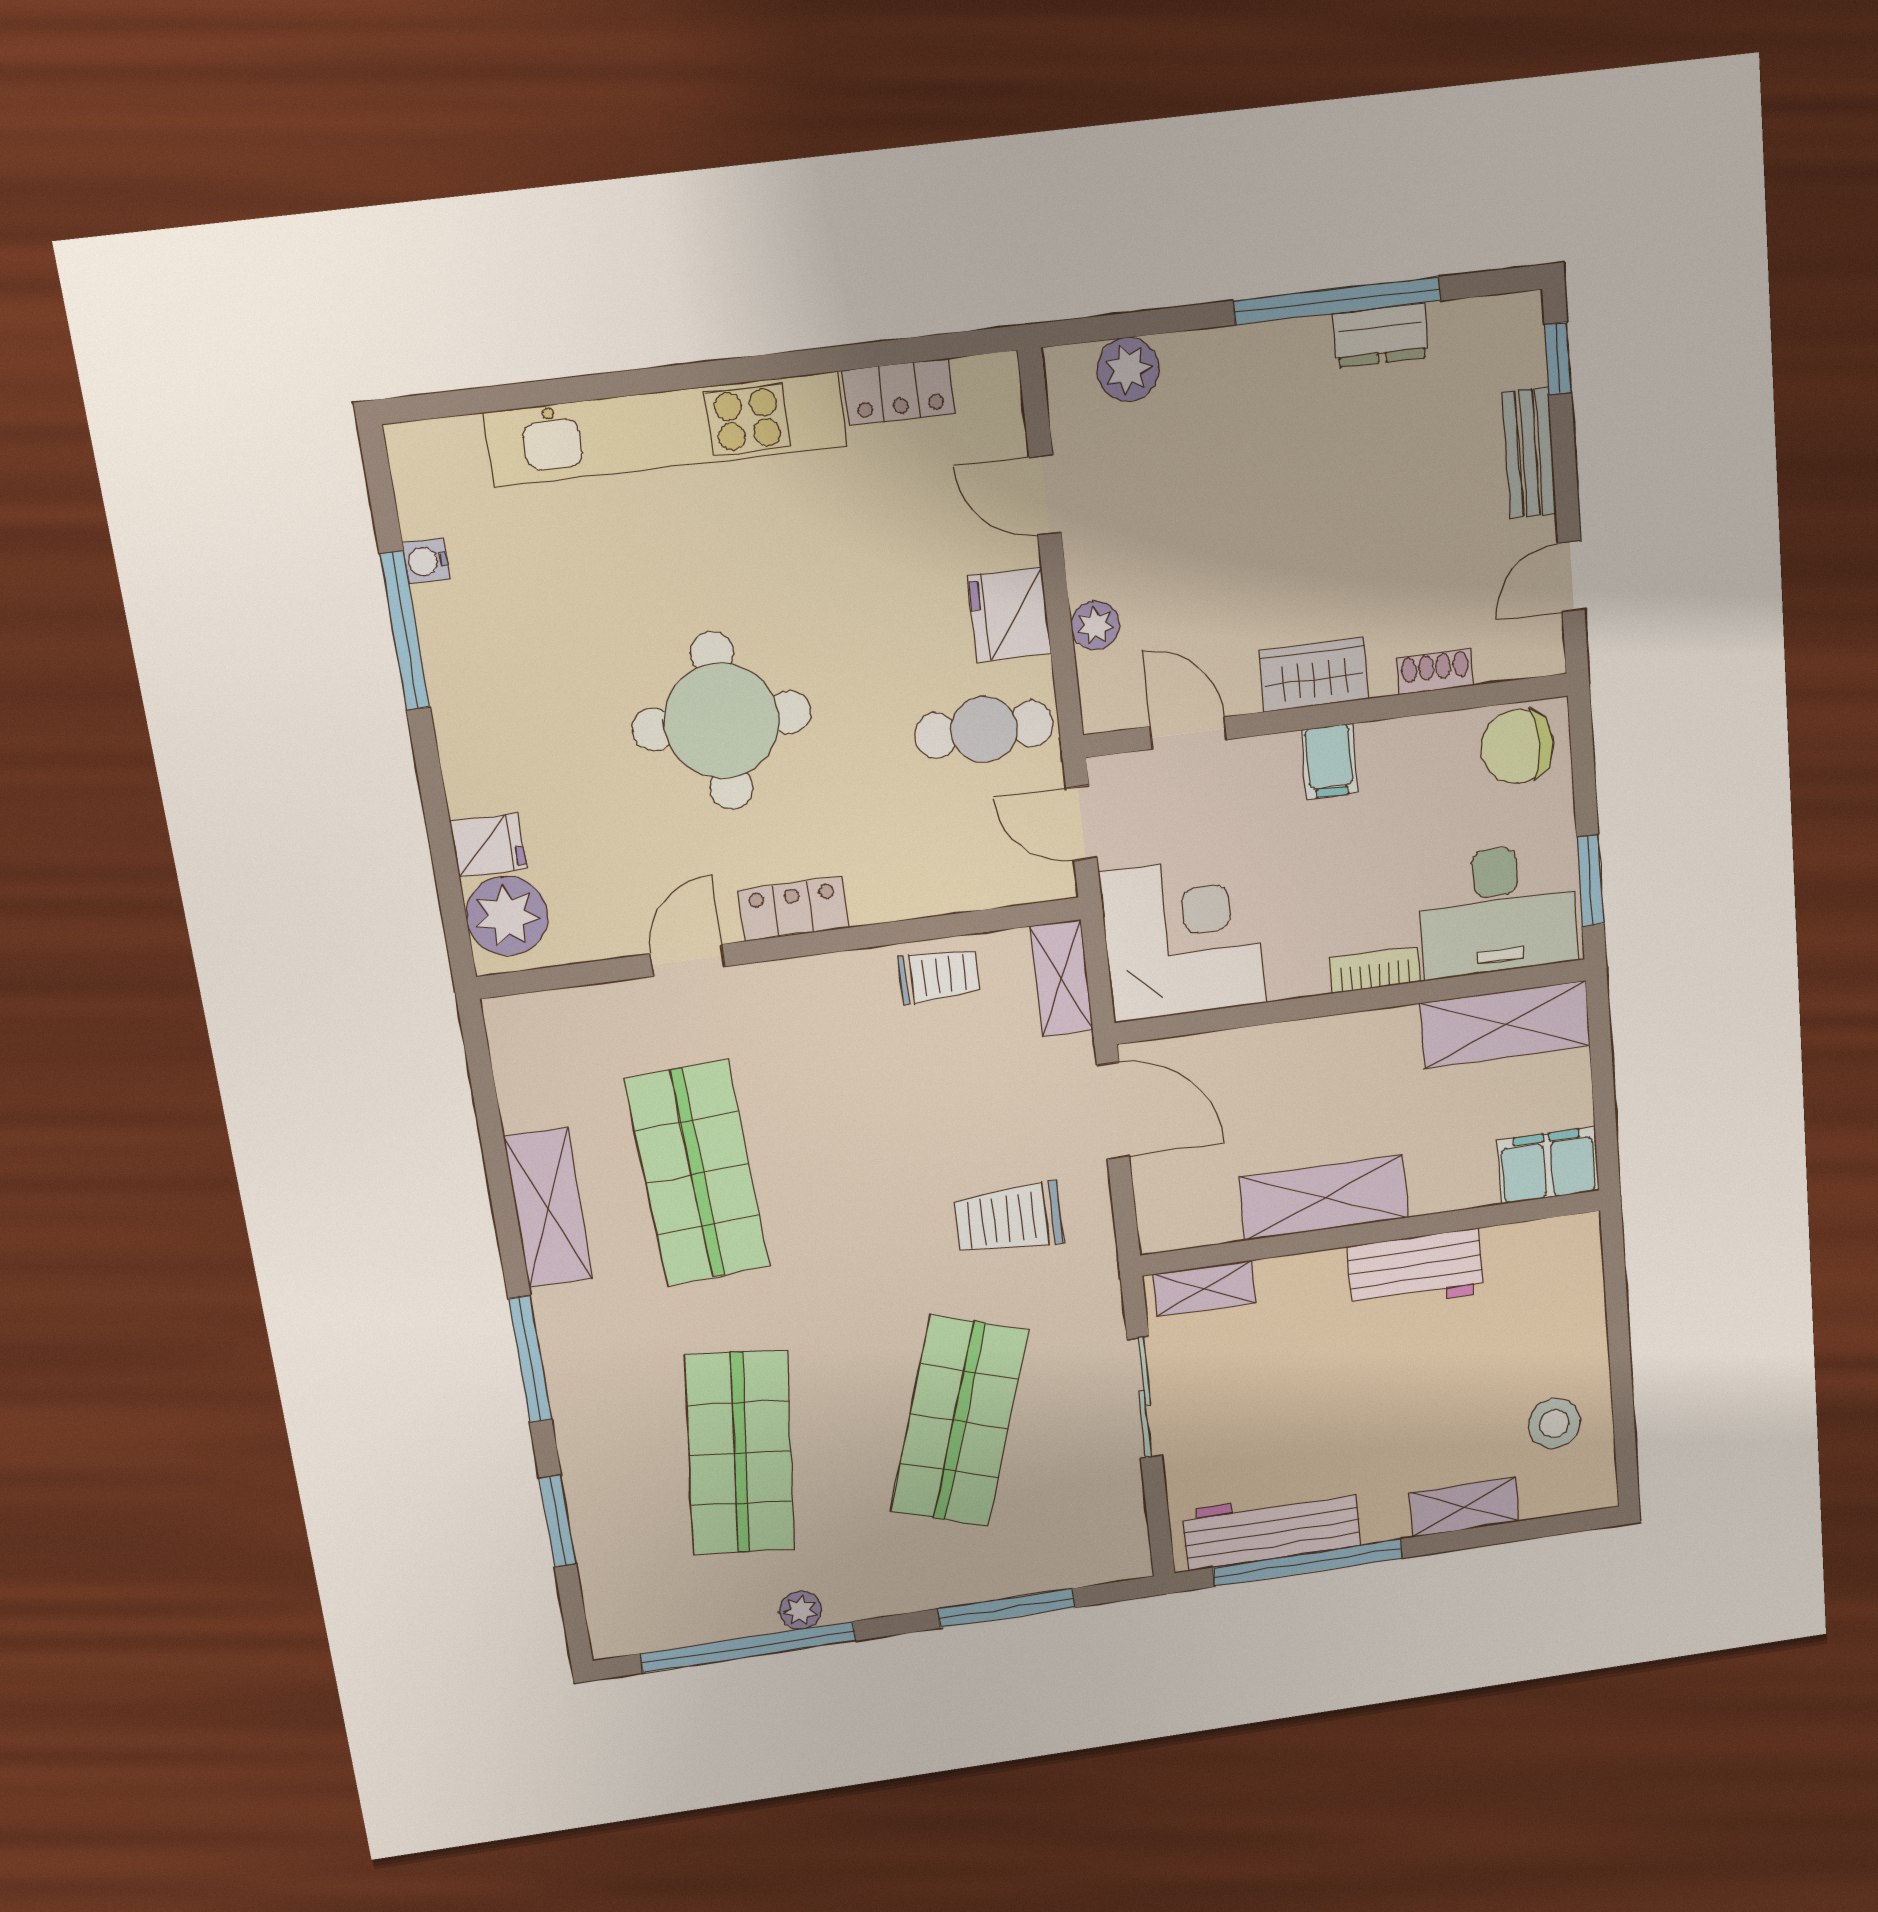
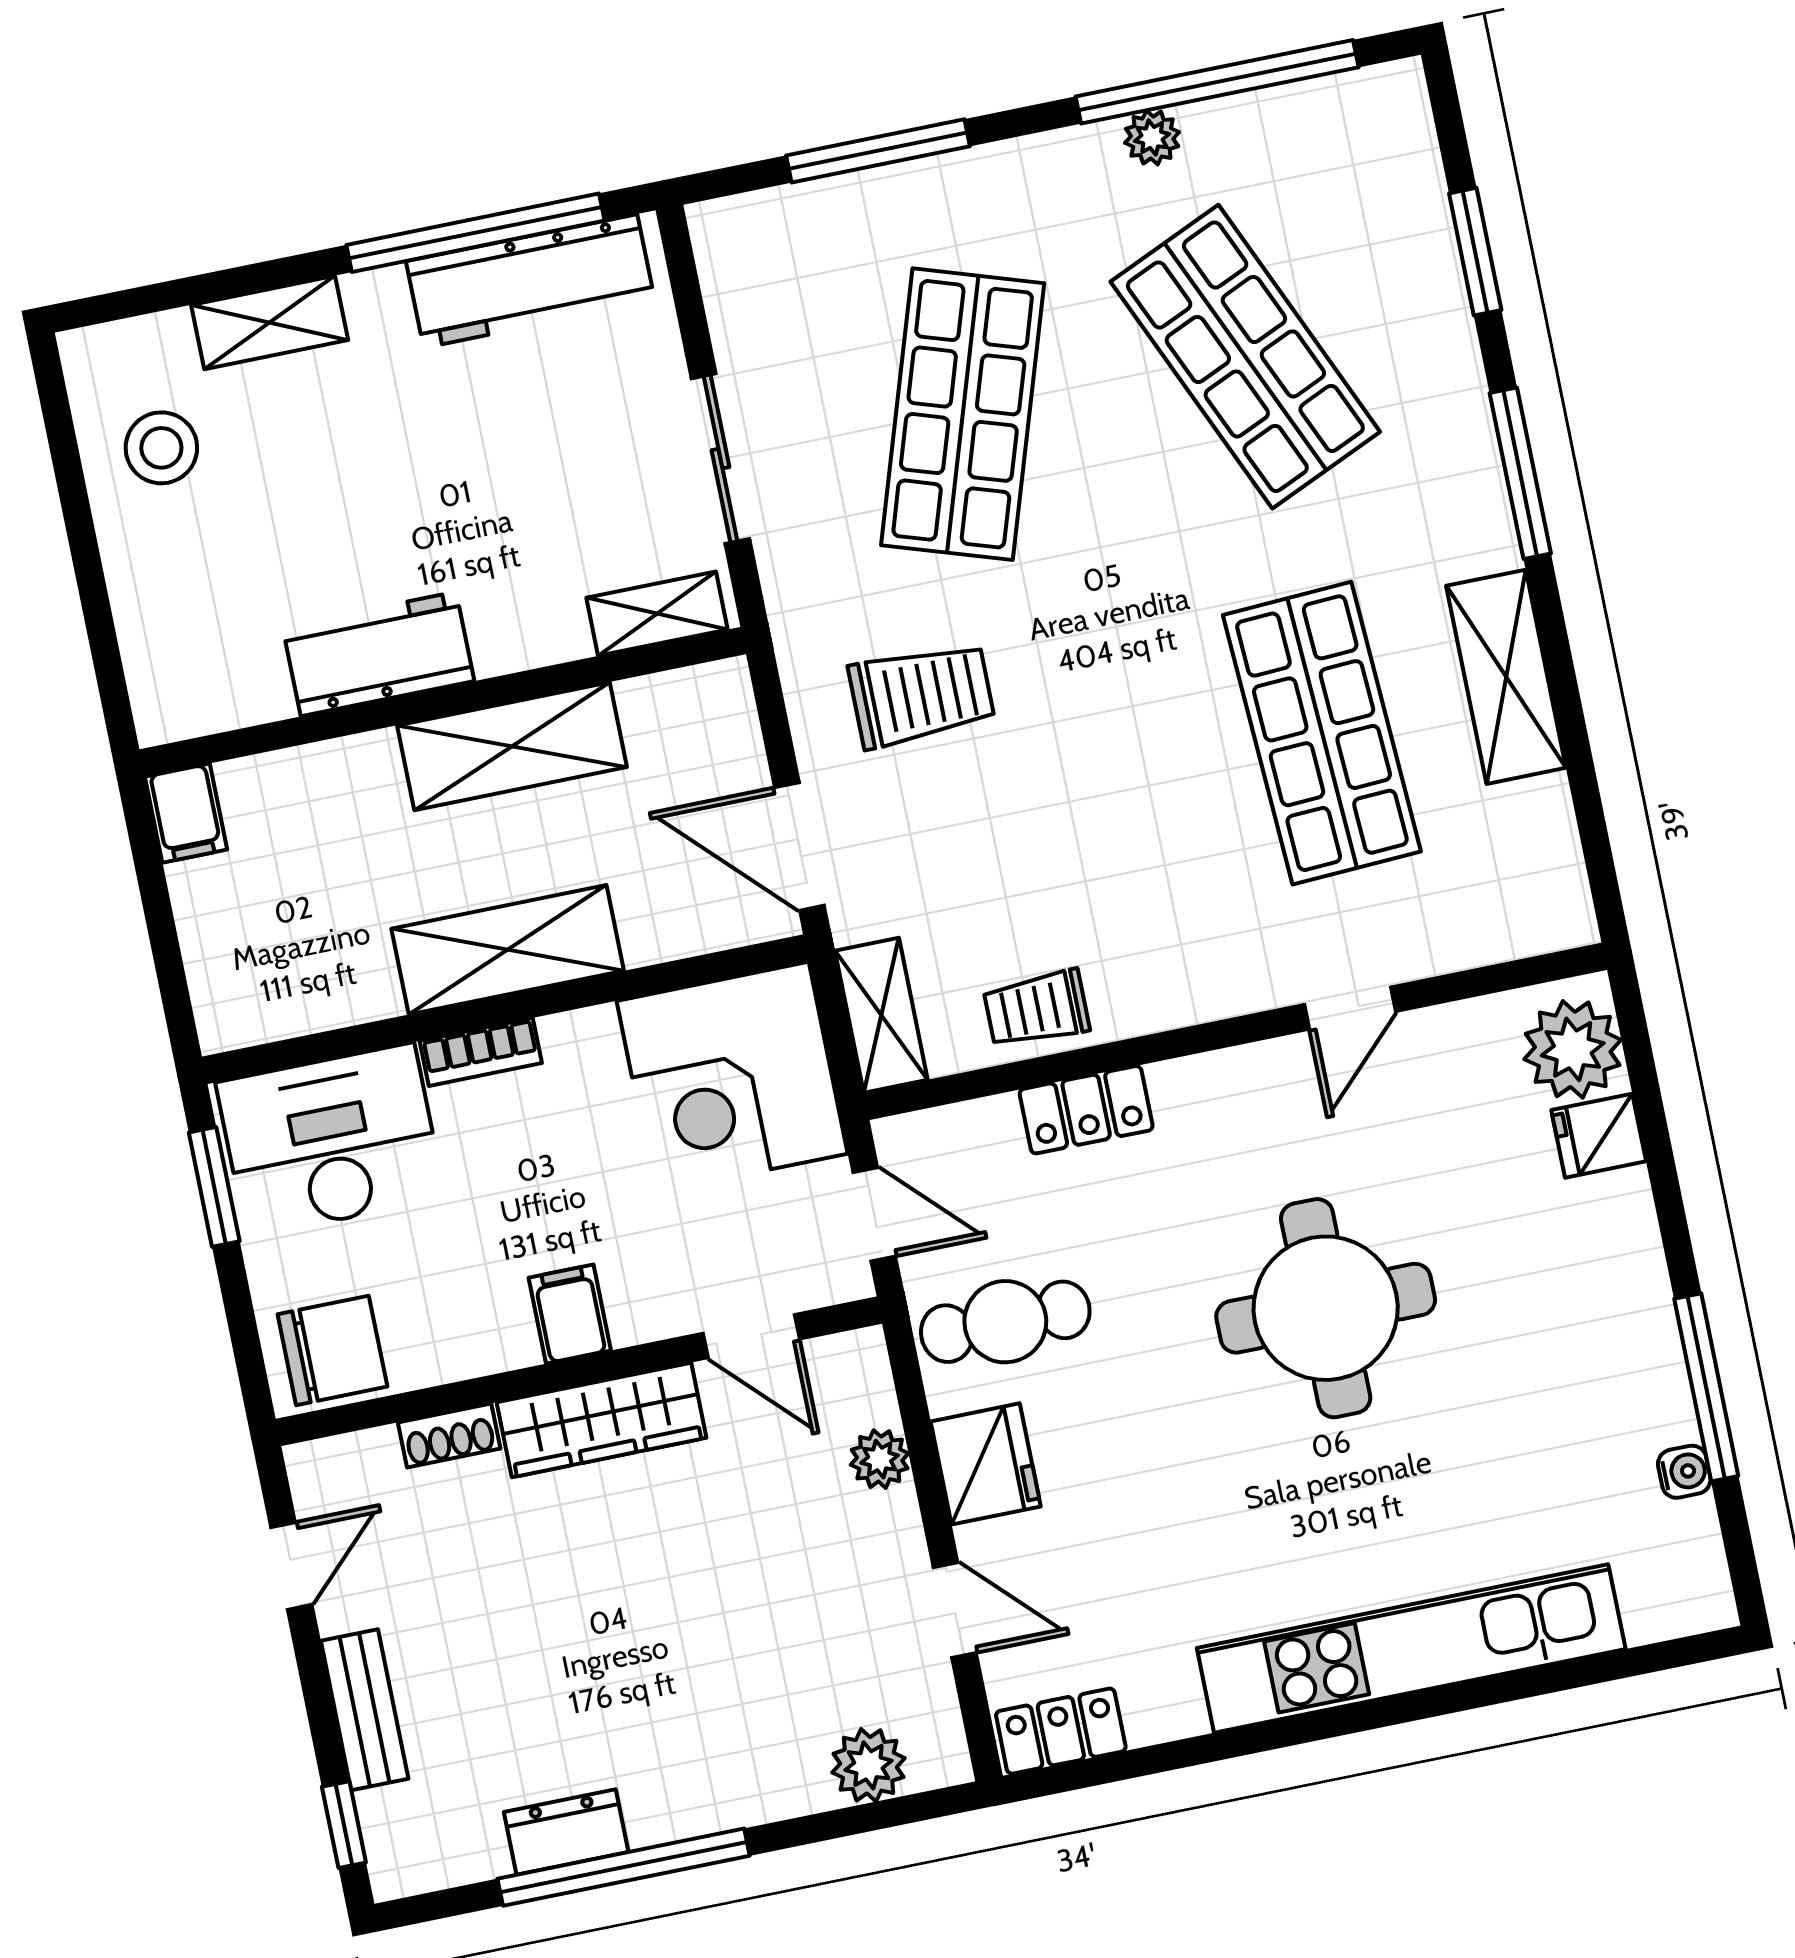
locker: (899, 392) -> (1061, 1731), moved
wardrobe: (1314, 675) -> (602, 1420), width x1.50
locker: (793, 909) -> (1086, 1110), moved
shelving: (1505, 1025) -> (508, 950), moved
filing cabinet: (1548, 1166) -> (186, 813), width x0.50
shop shelf: (740, 1453) -> (1245, 357), turned -30

